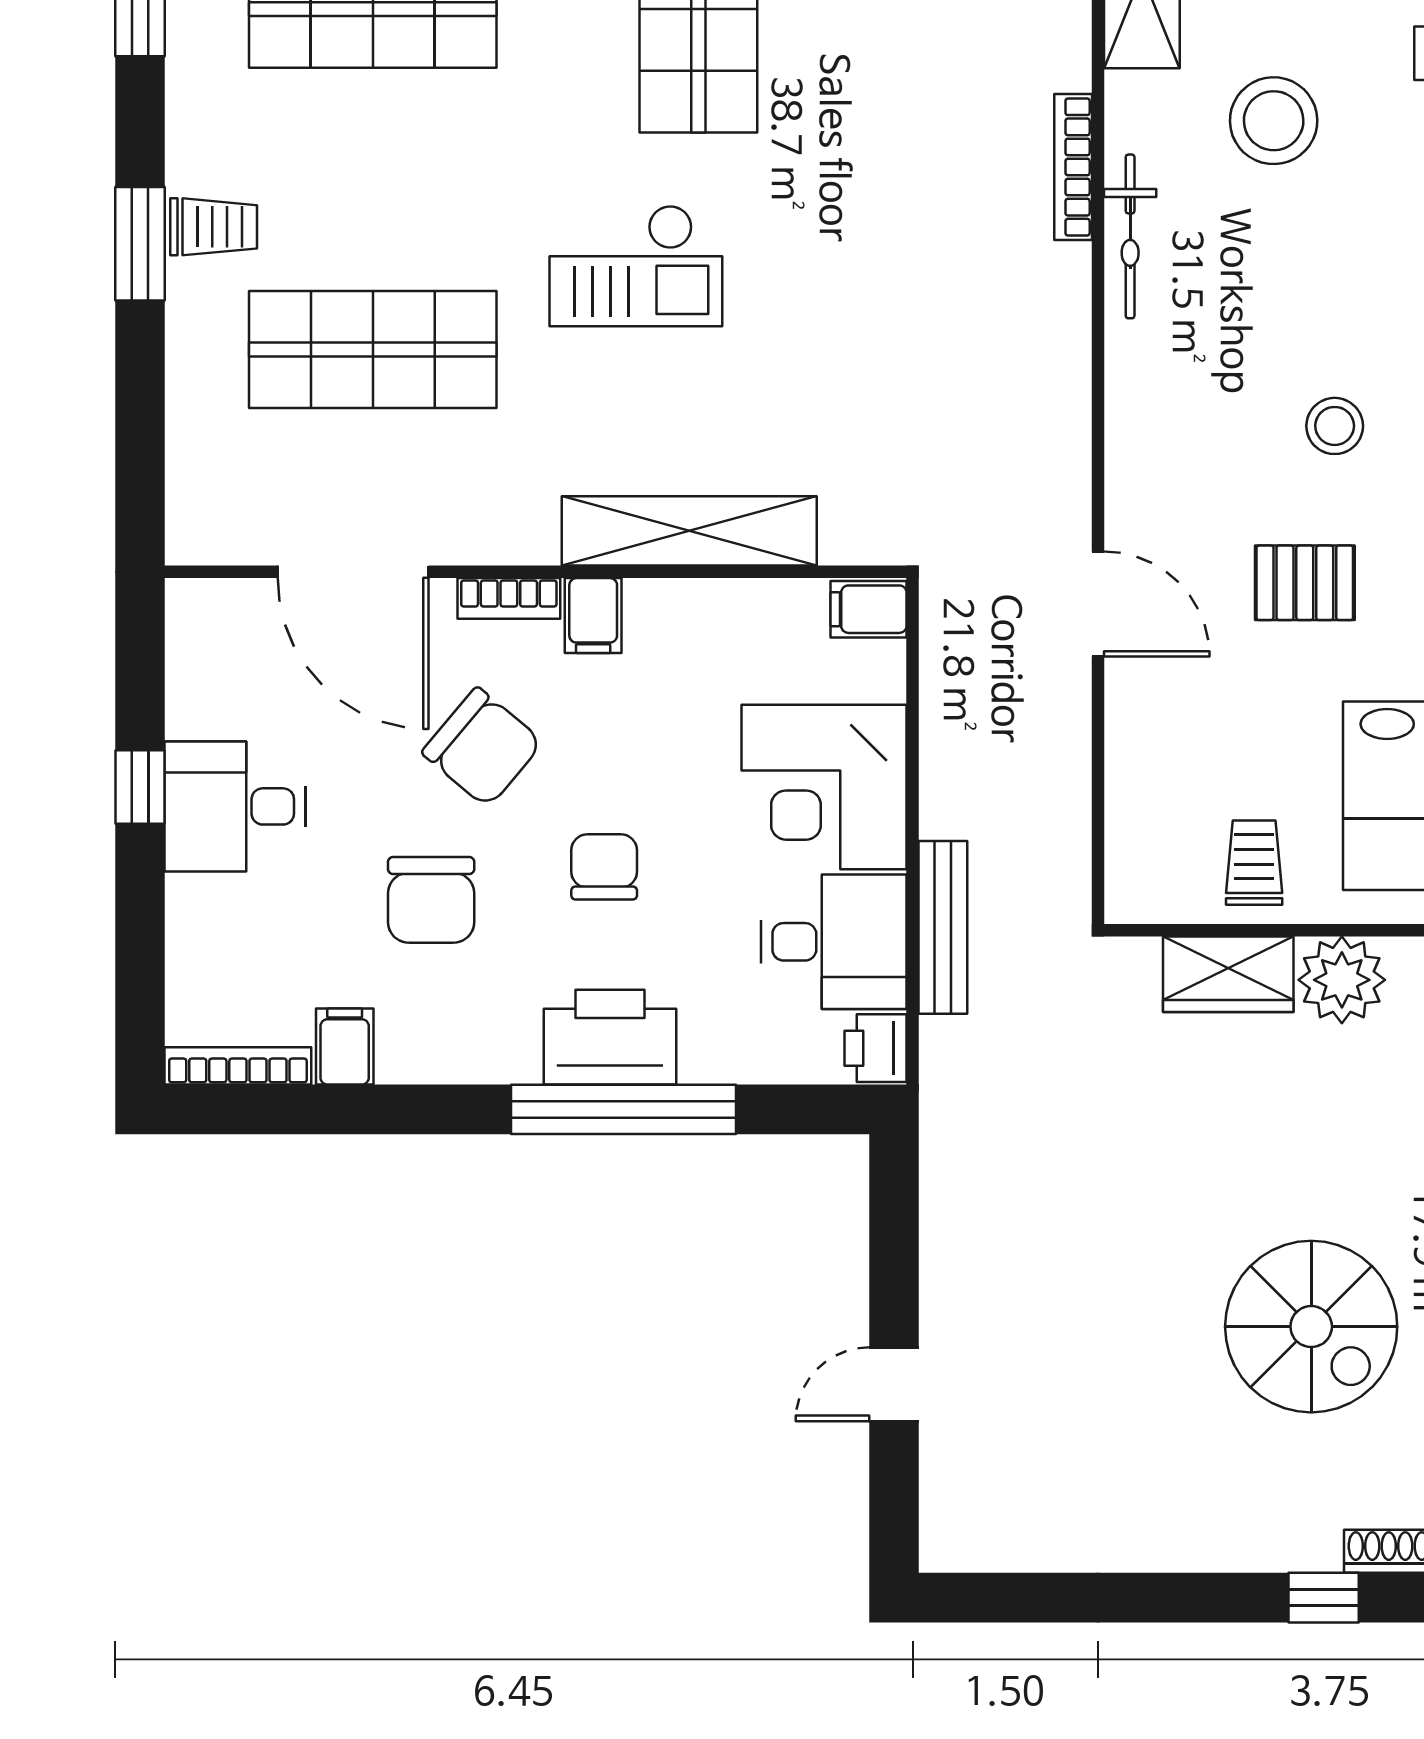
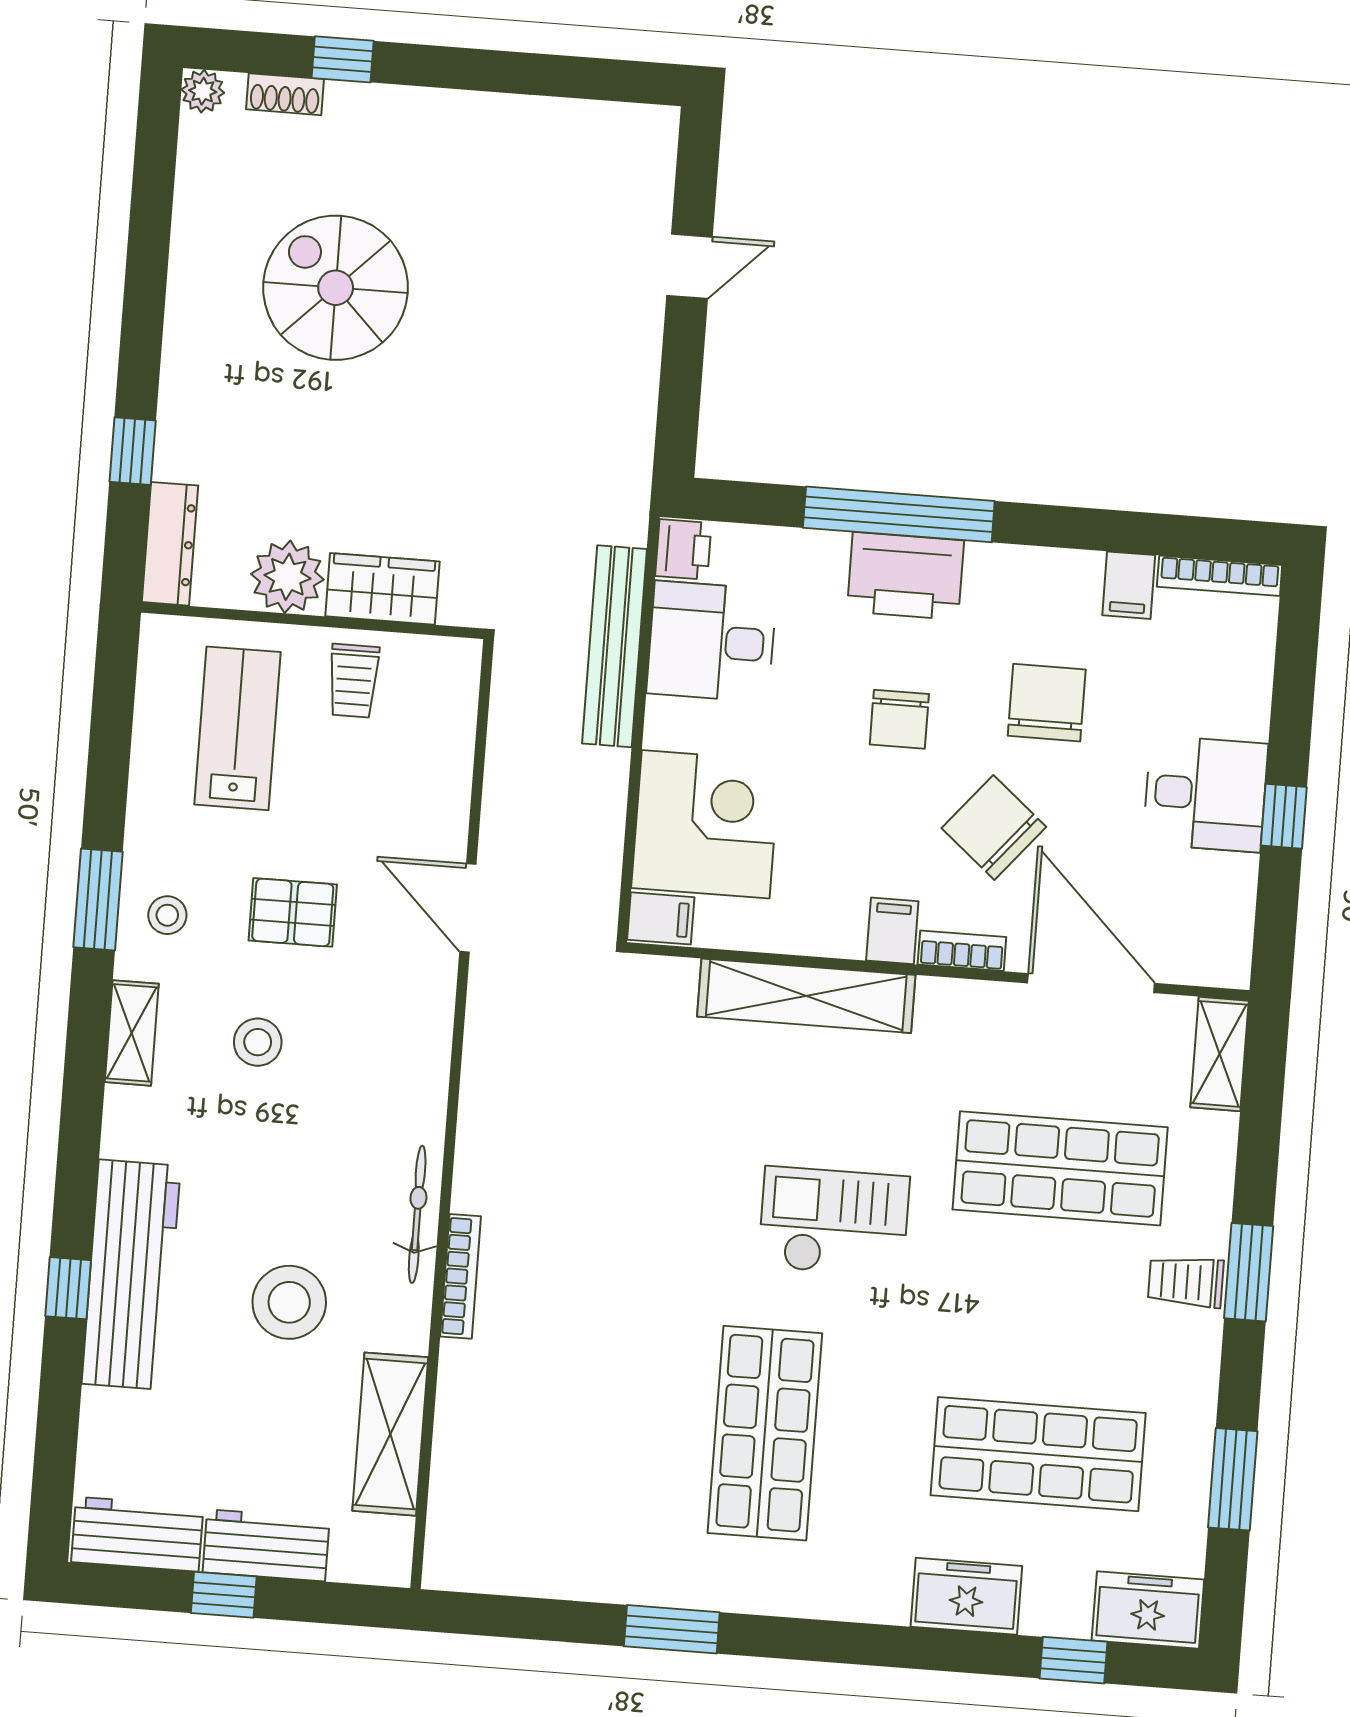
shelving: (194, 500) -> (1220, 1054), added
corner desk: (824, 787) -> (706, 824), moved
bench: (943, 927) -> (614, 646), width x1.37, depth x1.21

